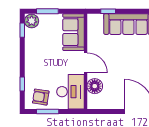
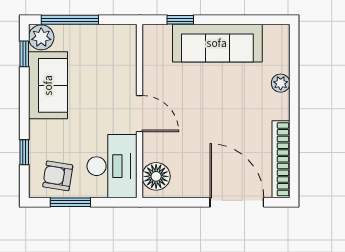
window: (47, 11) -> (70, 20), width x1.44
sofa: (74, 32) -> (48, 85), moved, turned 180
floor lamp: (95, 86) -> (156, 176), moved

